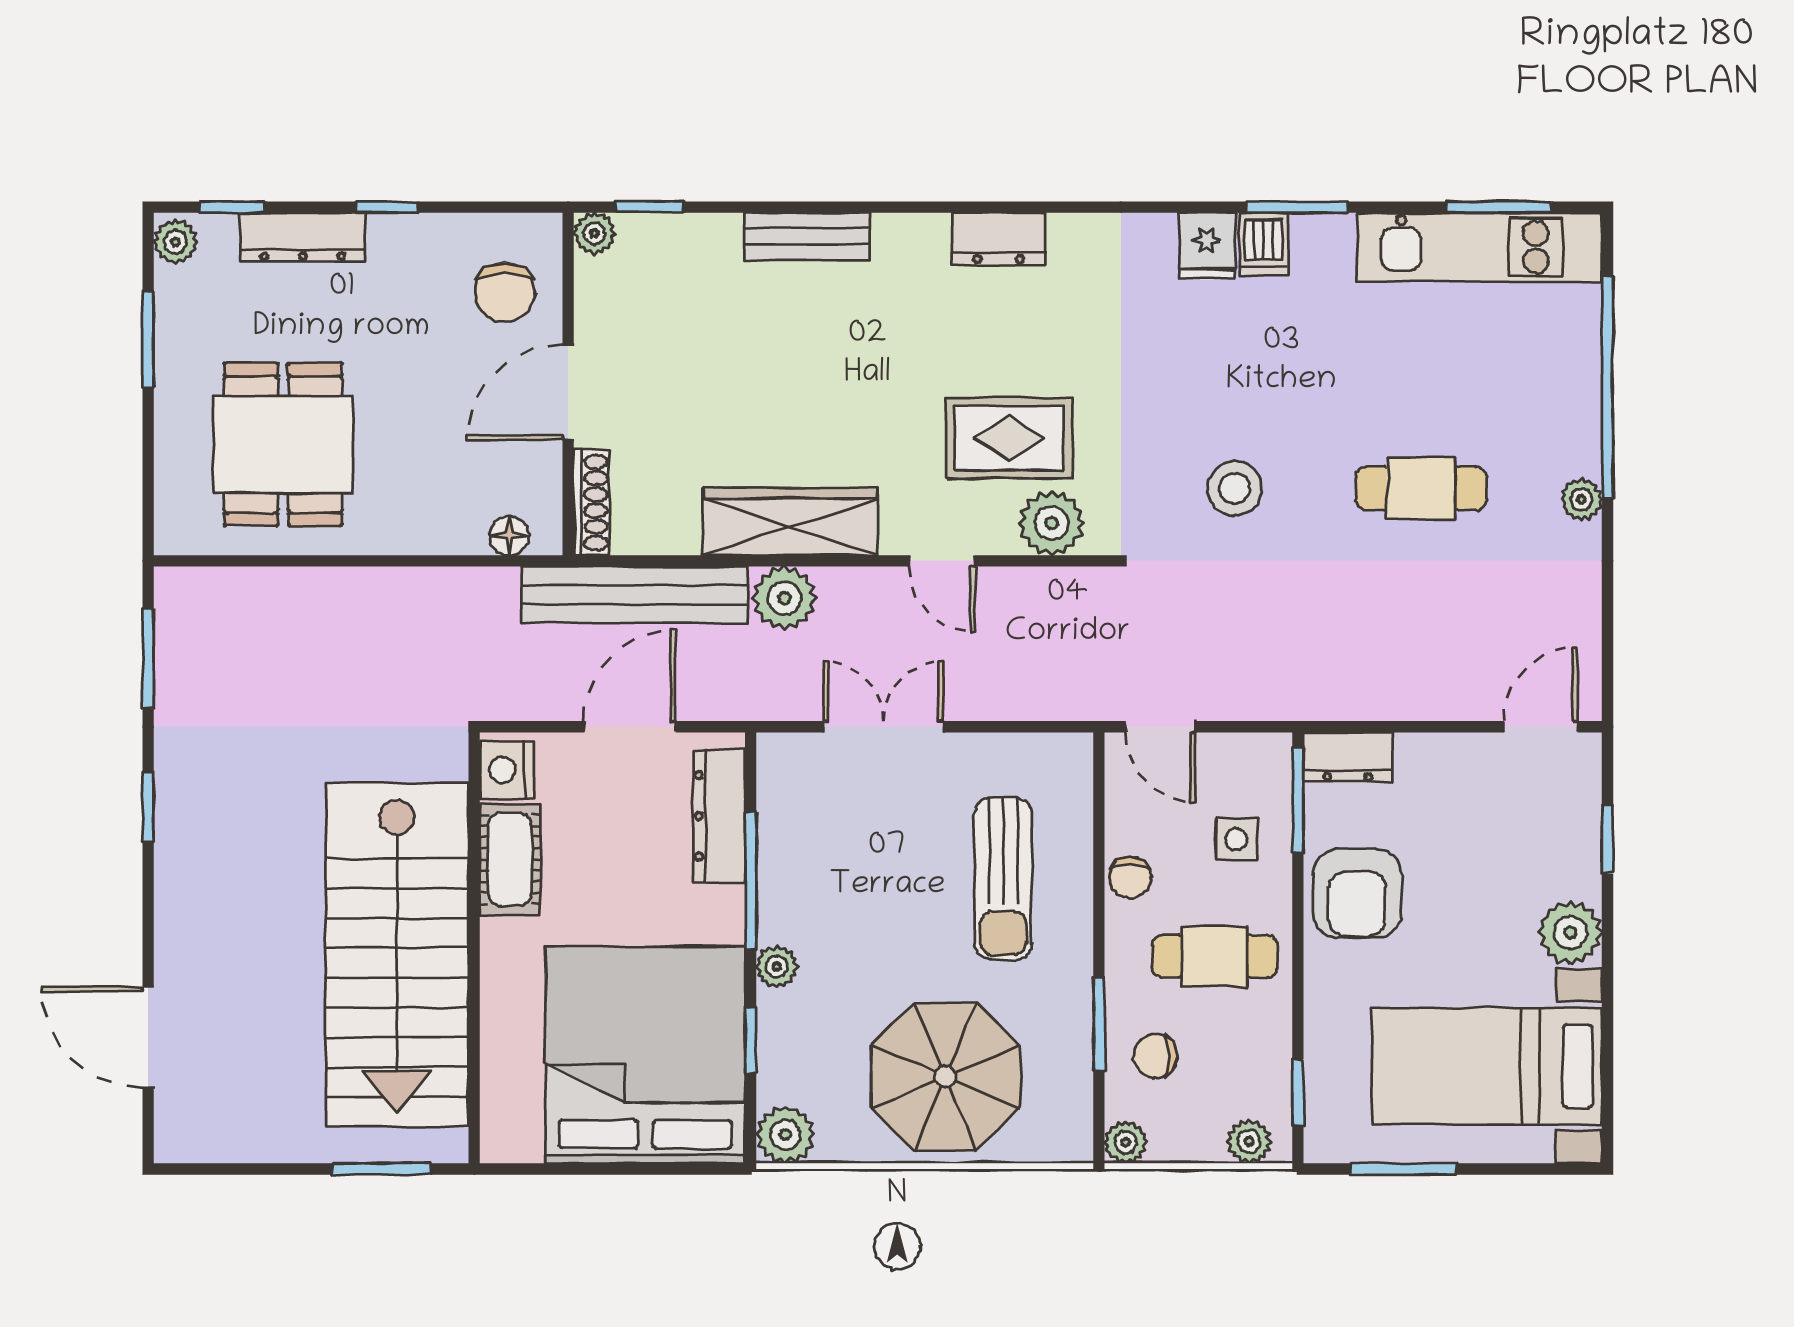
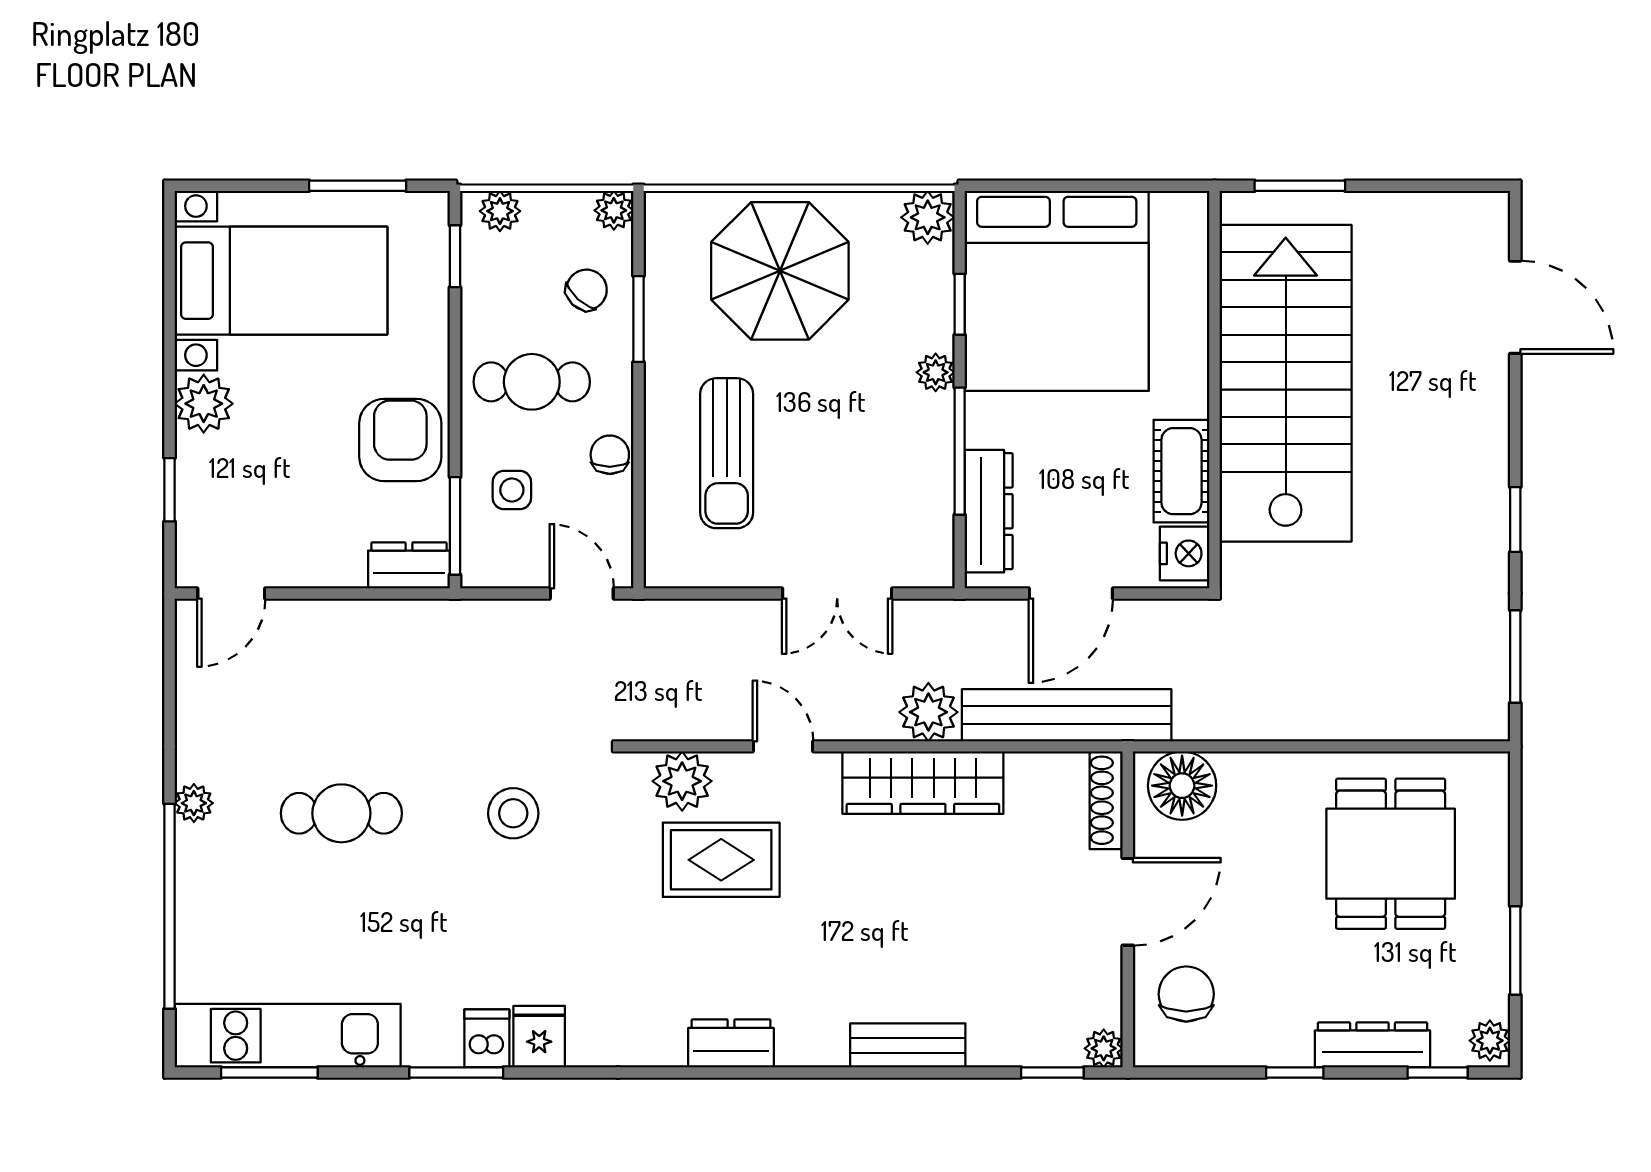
floor lamp: (509, 536) -> (1182, 786), width x1.89, depth x1.89
sun lounger: (1003, 879) -> (727, 453), turned 180
chair: (1155, 1056) -> (587, 290), turned -48

